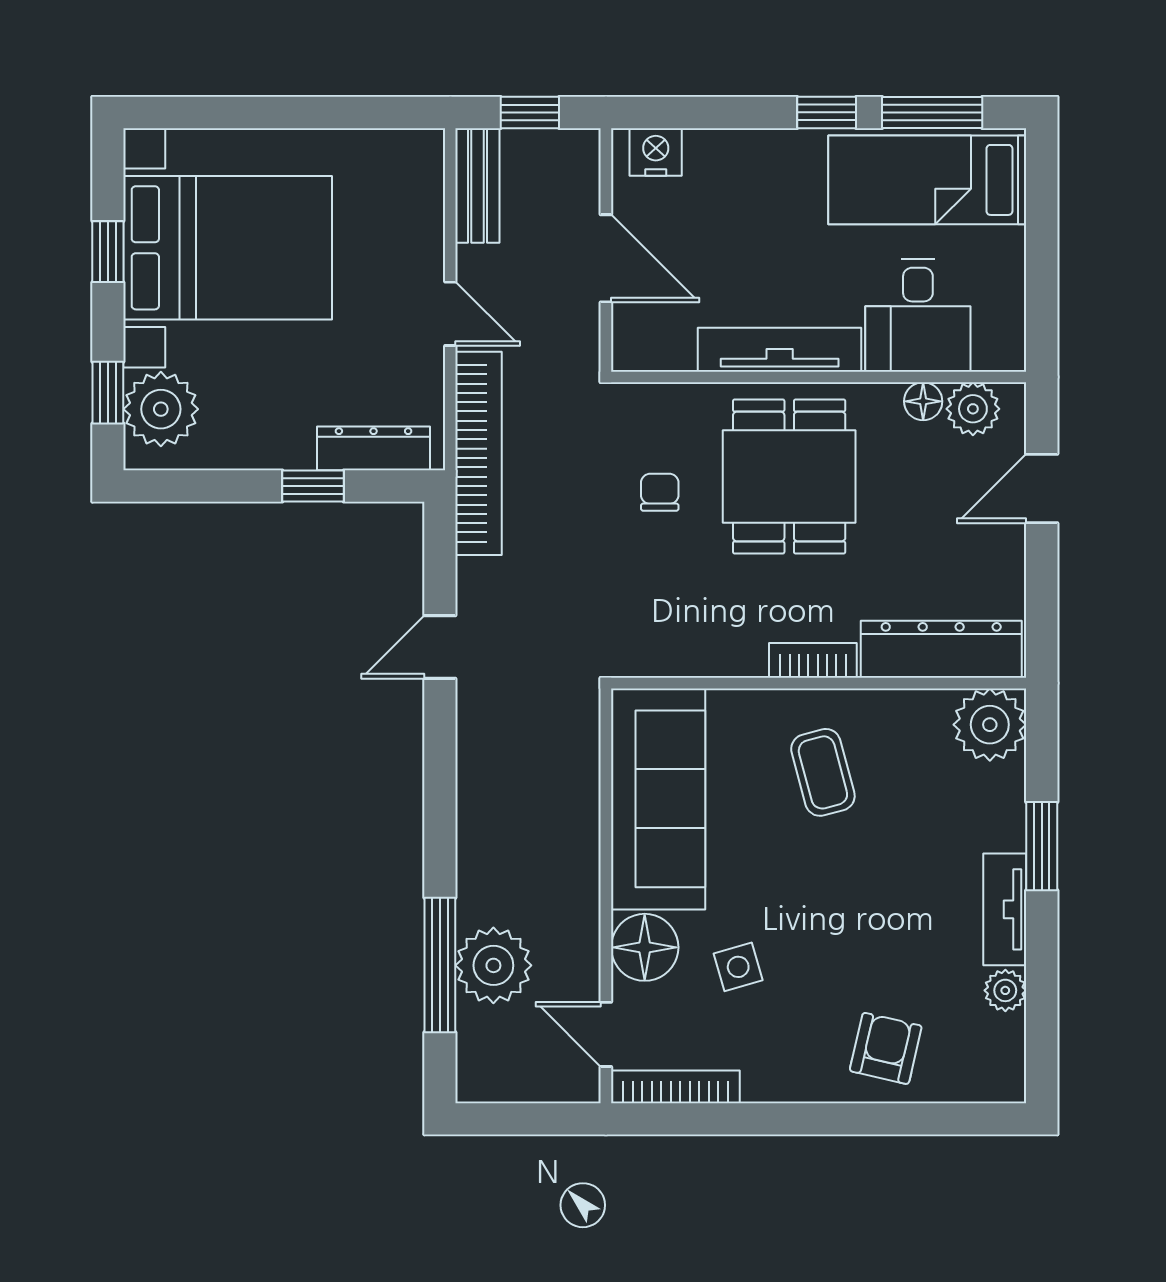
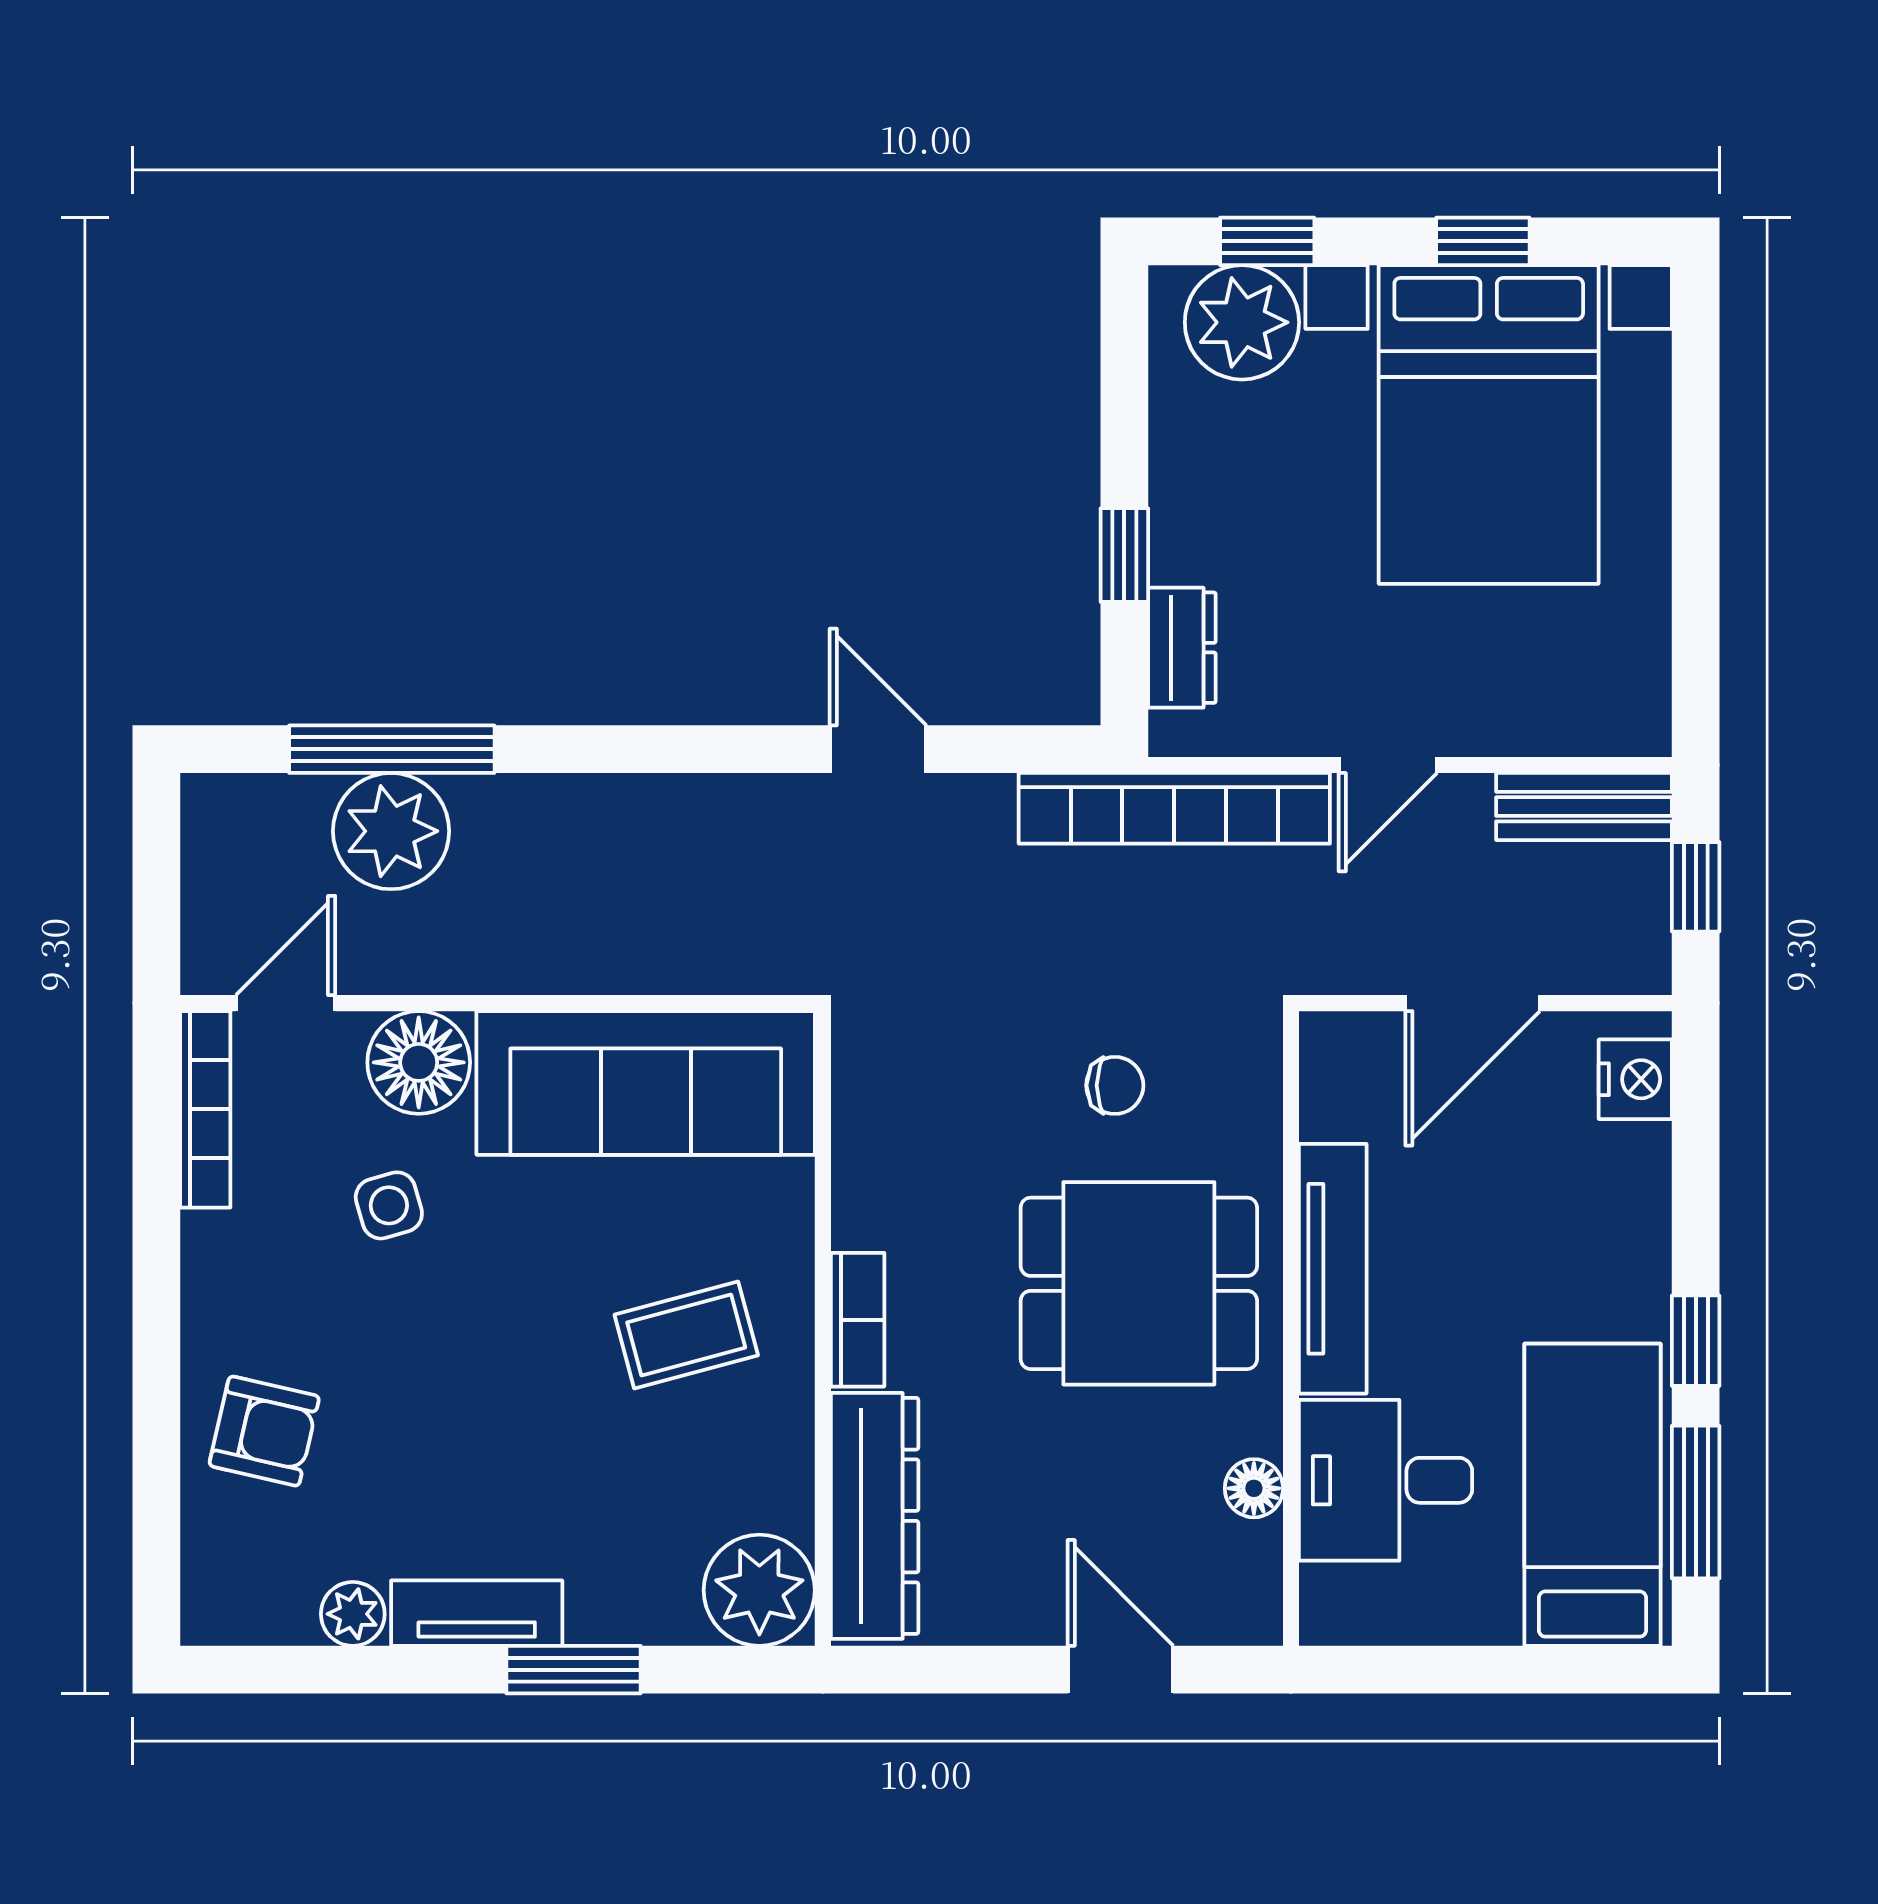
plant: (973, 409) -> (1242, 1564), removed
dresser: (374, 448) -> (1182, 648), width x0.70

